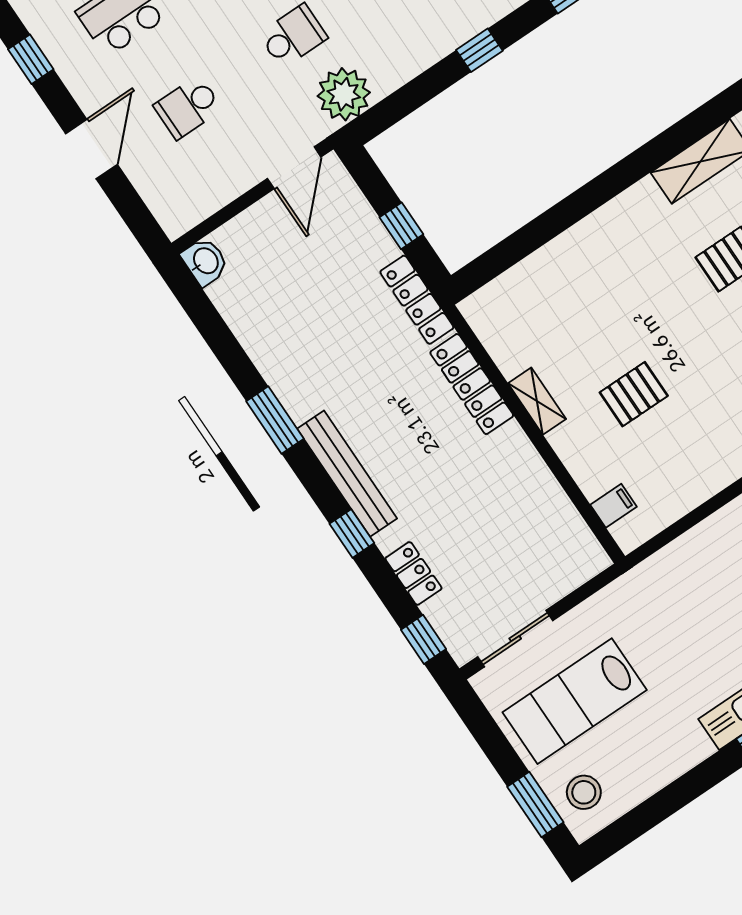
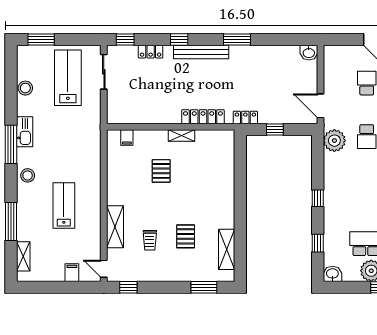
locker: (417, 300) -> (245, 118), width x0.66
stool: (584, 792) -> (25, 88), moved

